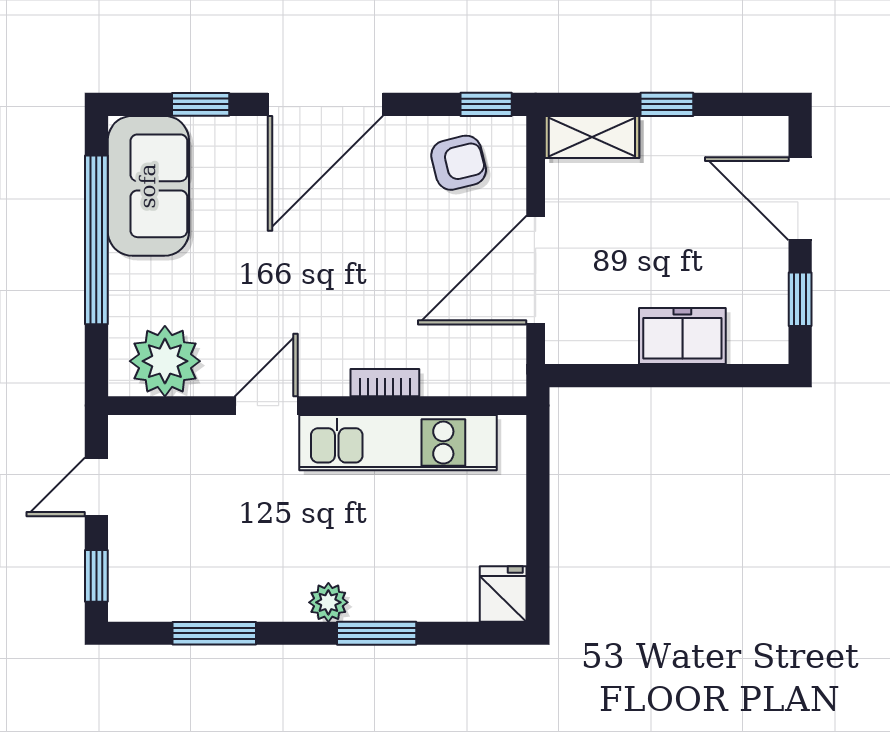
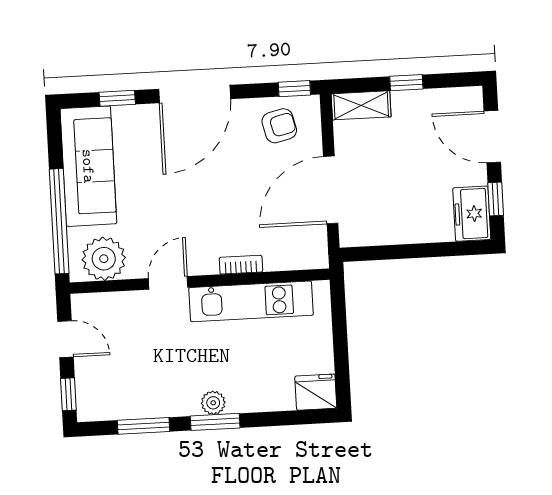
sofa: (148, 186) -> (88, 166), width x1.36
window: (96, 240) -> (59, 221), moved
freezer: (682, 336) -> (472, 214), moved, turned -90
door: (96, 487) -> (65, 339), swing flipped
fridge: (503, 594) -> (316, 392), width x1.38
window: (377, 633) -> (215, 422), moved

